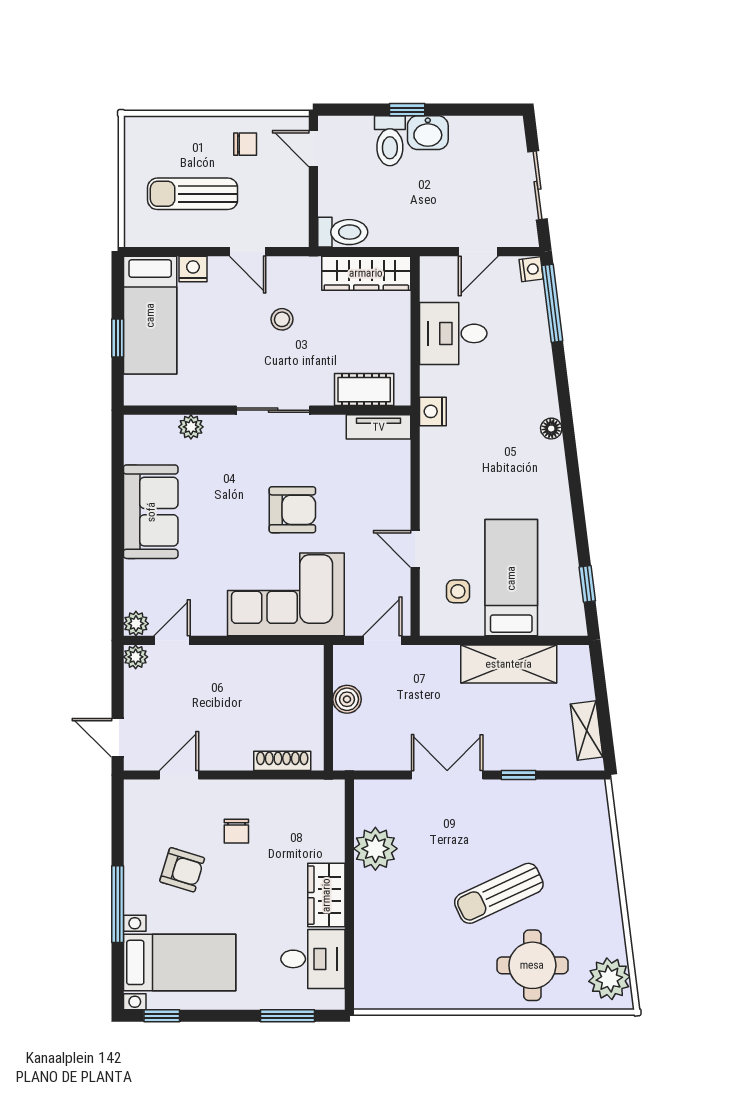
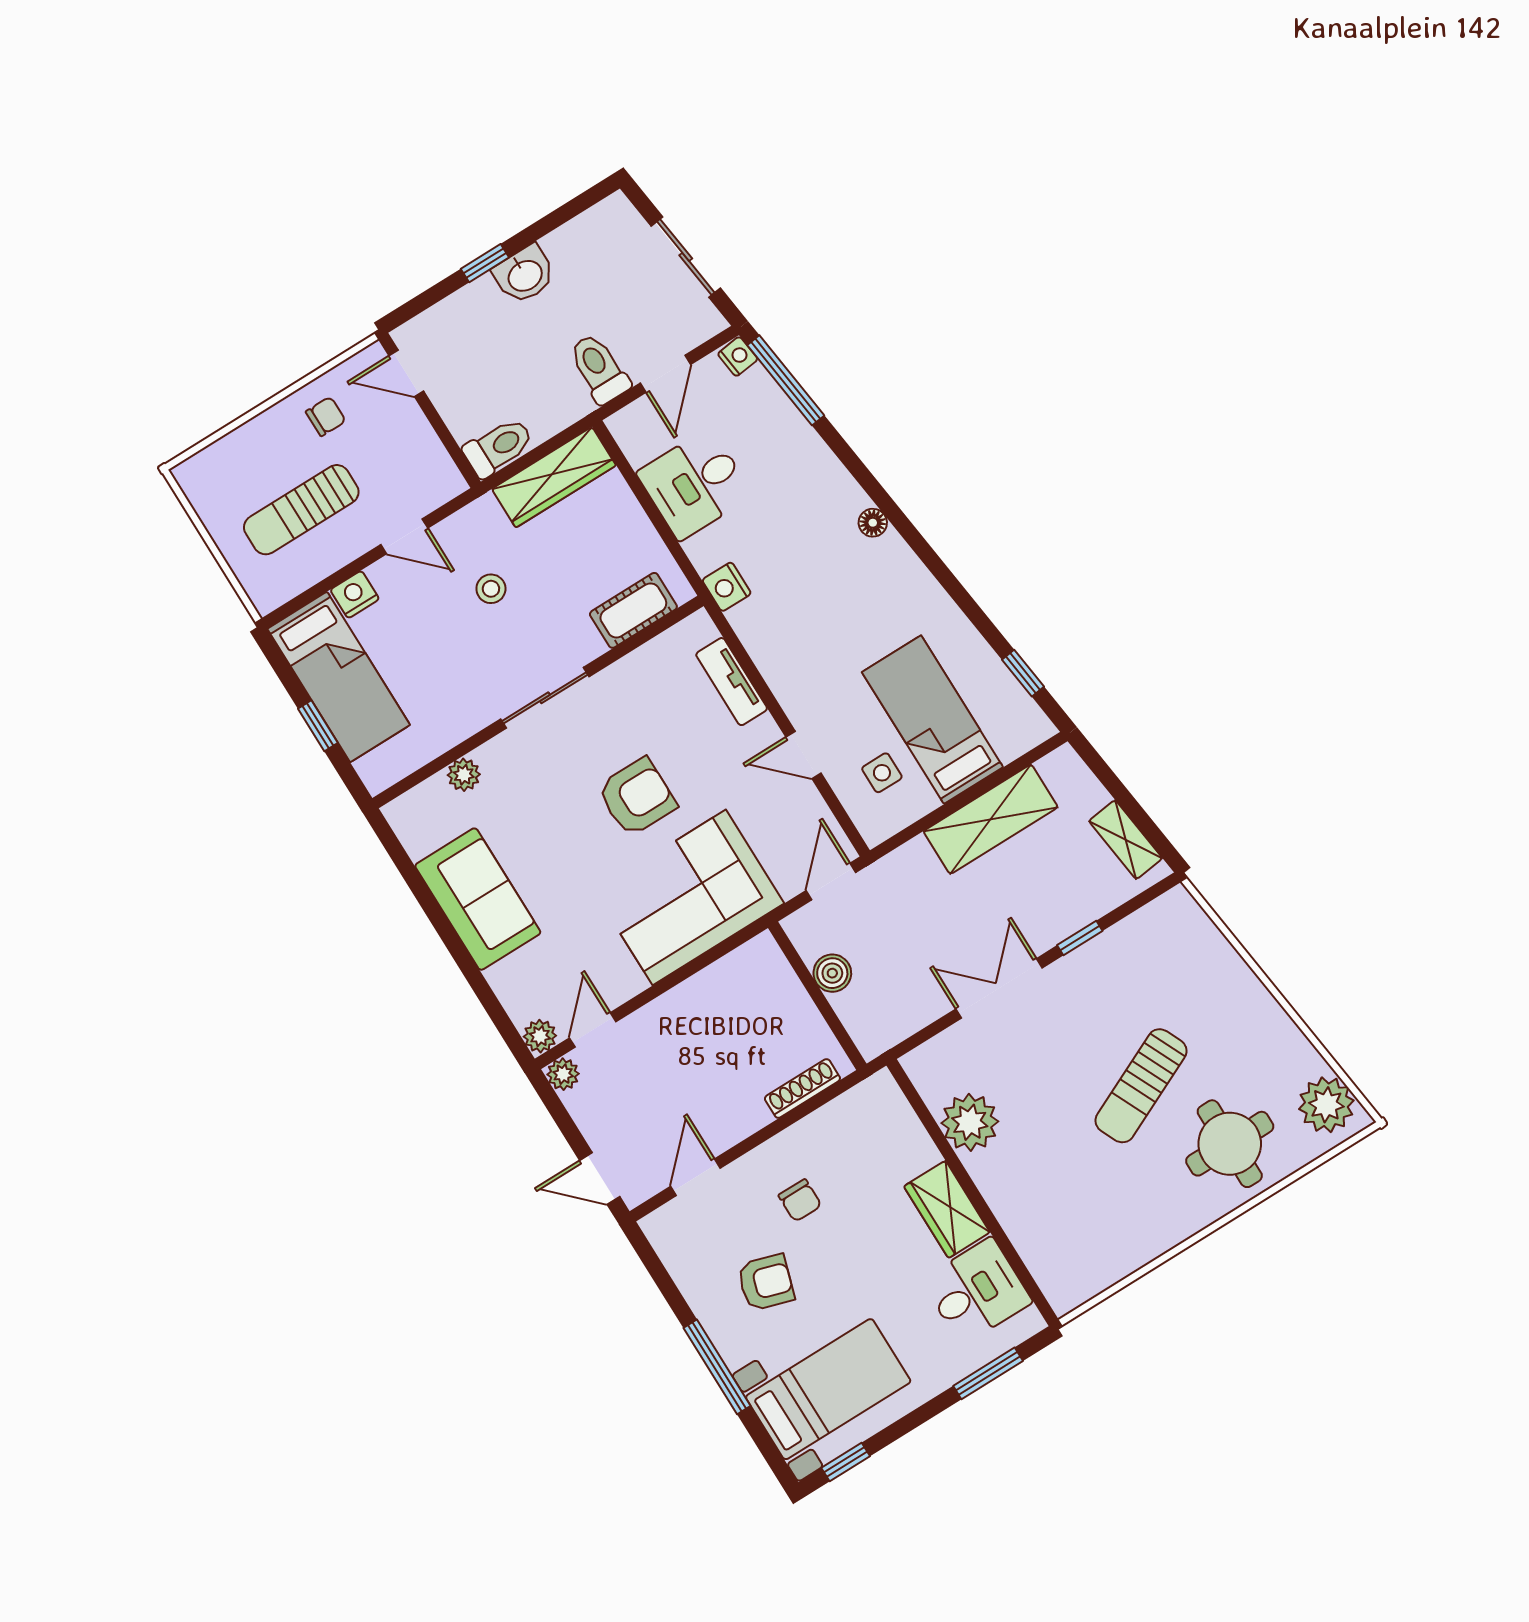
toilet: (390, 141) -> (599, 369), moved, turned 180
tv unit: (379, 427) -> (732, 682), moved, turned 90

